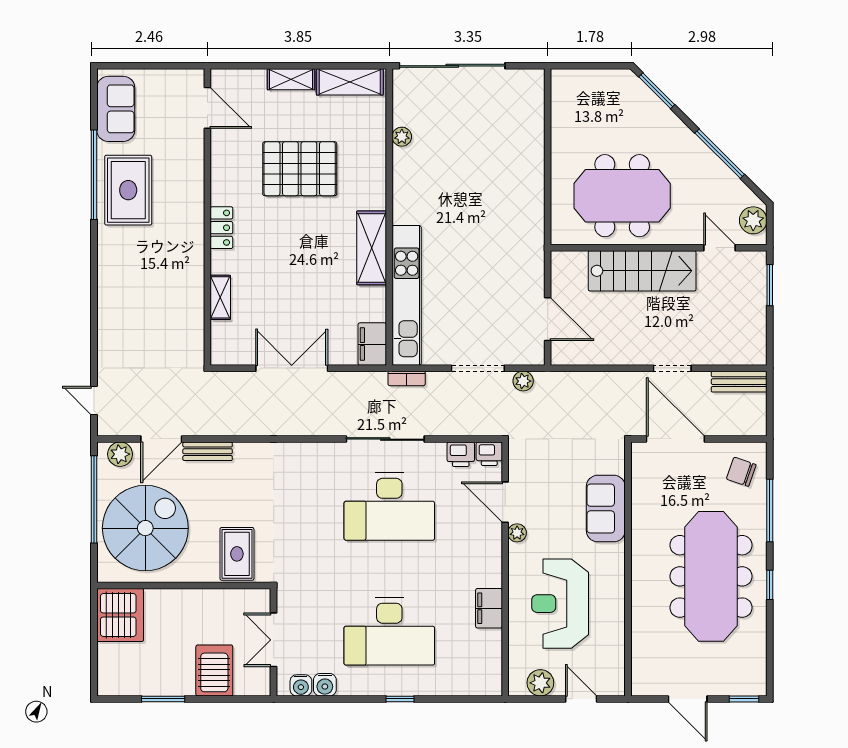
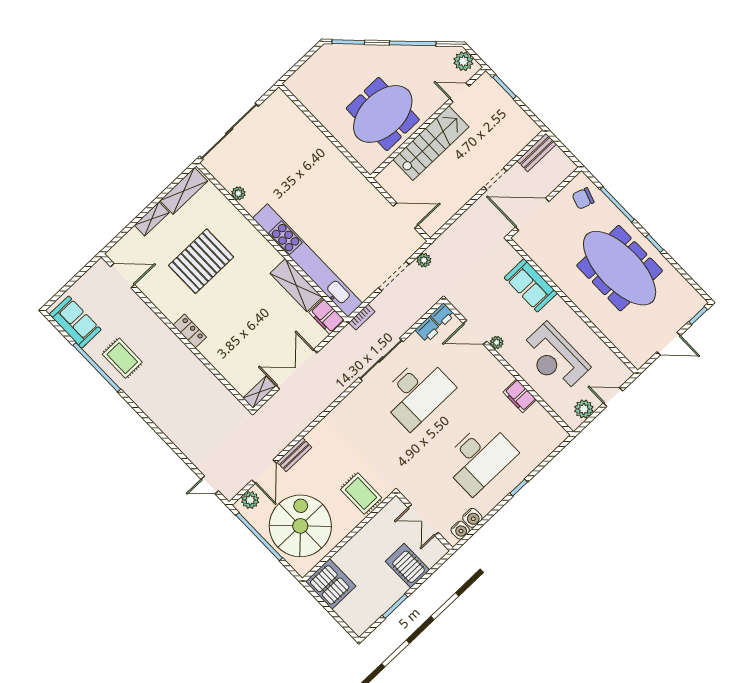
rug: (128, 190) -> (122, 358), width x0.73, depth x0.70
shelving: (372, 248) -> (296, 285), moved
kitchen unit: (407, 295) -> (308, 261), width x1.36
shelving: (220, 297) -> (259, 392), moved, turned 90

